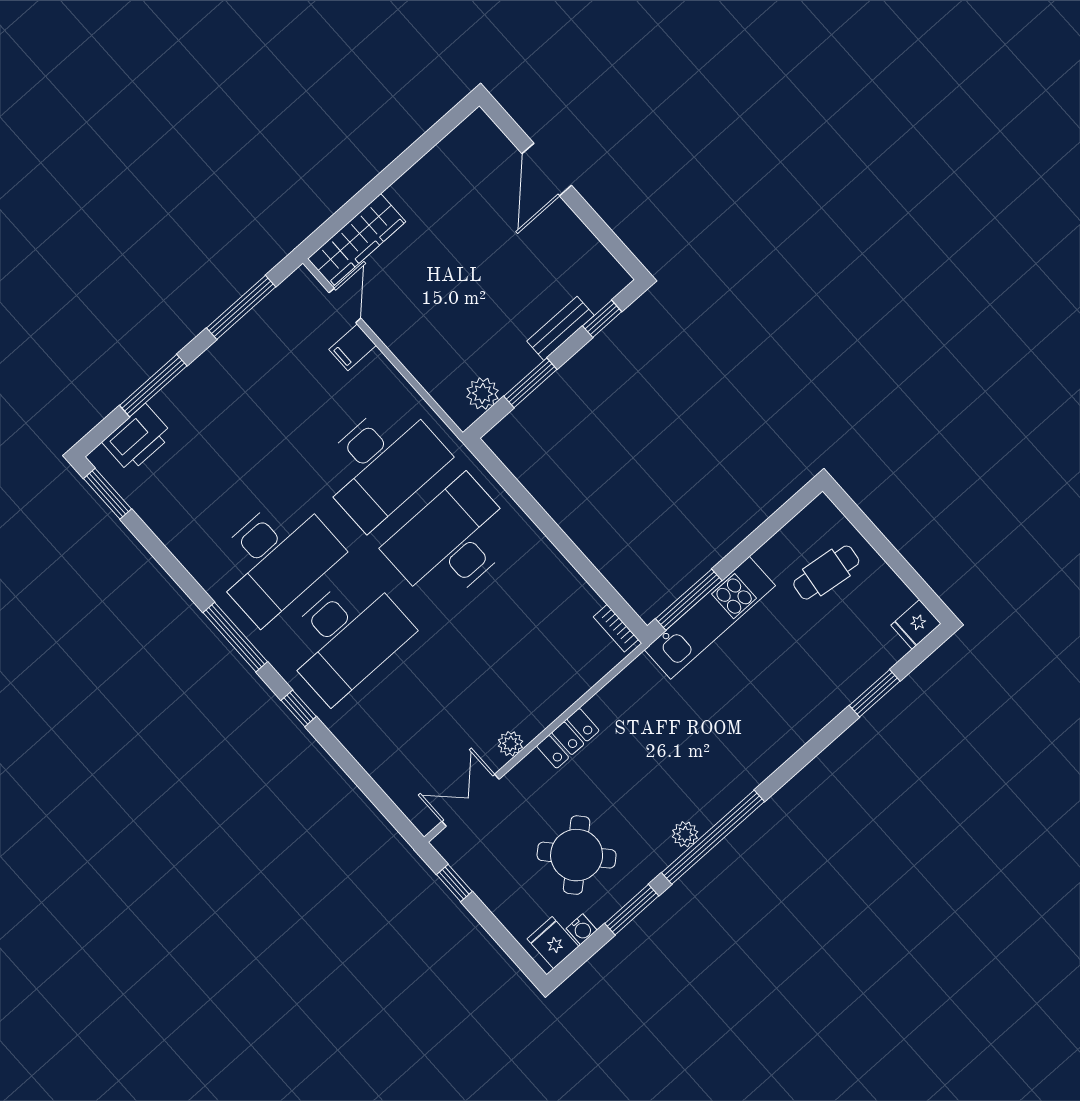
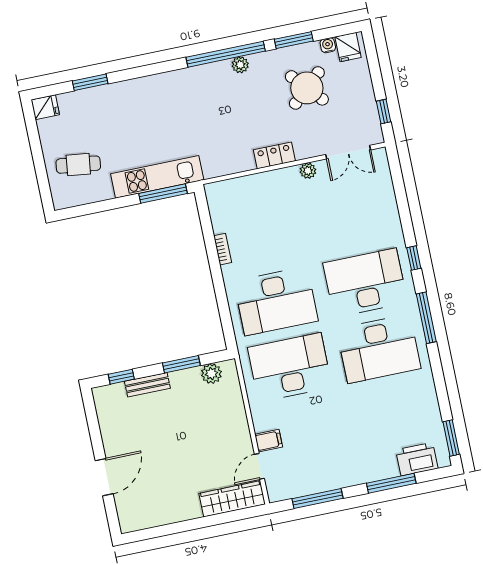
desk: (275, 558) -> (379, 349), turned 180
bookcase: (616, 628) -> (223, 249), moved

